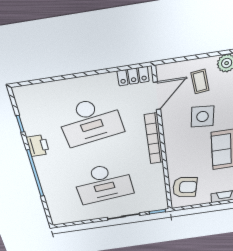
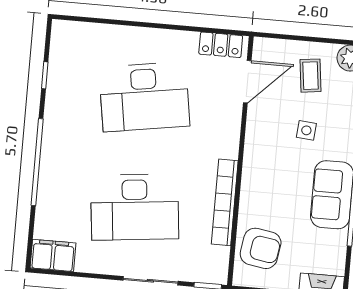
side table: (203, 117) -> (306, 130), width x0.54, depth x0.54
bookcase: (154, 139) -> (225, 202), moved
printer: (38, 146) -> (58, 116), removed
filing cabinet: (63, 217) -> (53, 255), added

